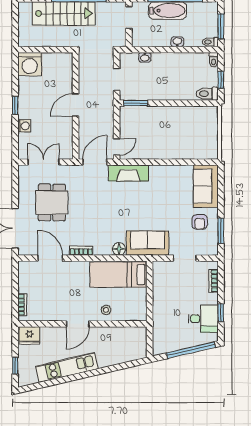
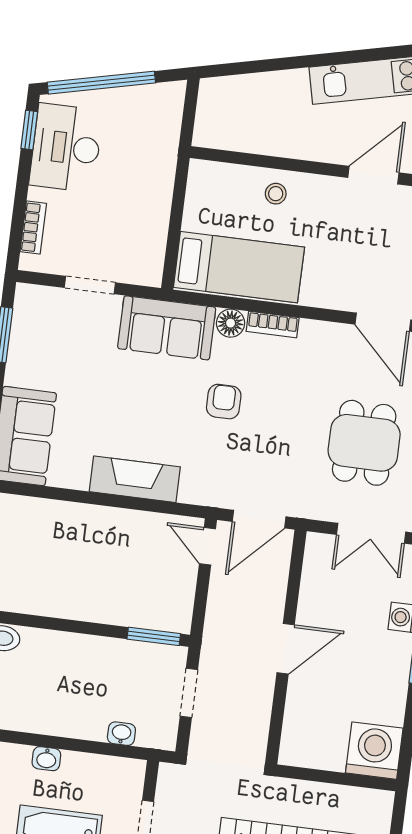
door: (117, 147) -> (207, 546), hinge flipped
fireplace: (128, 173) -> (135, 479), moved
armchair: (200, 222) -> (224, 402), moved
bookcase: (81, 251) -> (273, 325), moved
window: (221, 313) -> (29, 130), moved
desk: (203, 319) -> (66, 148), width x1.37
door: (78, 324) -> (373, 175), moved

